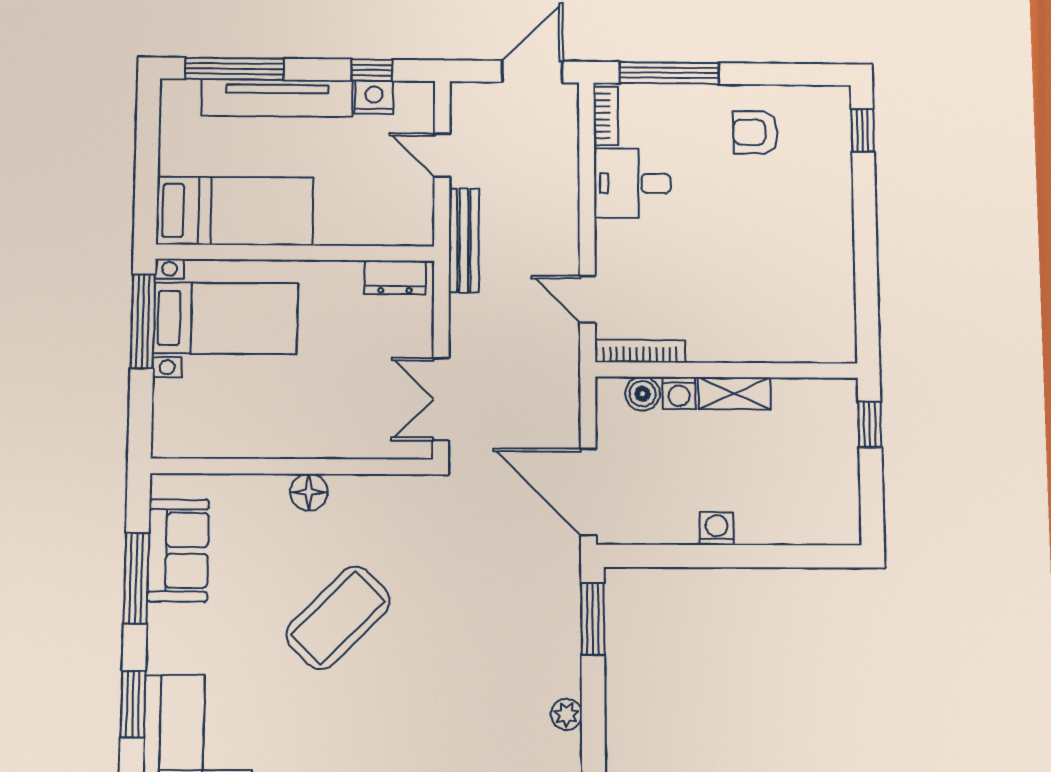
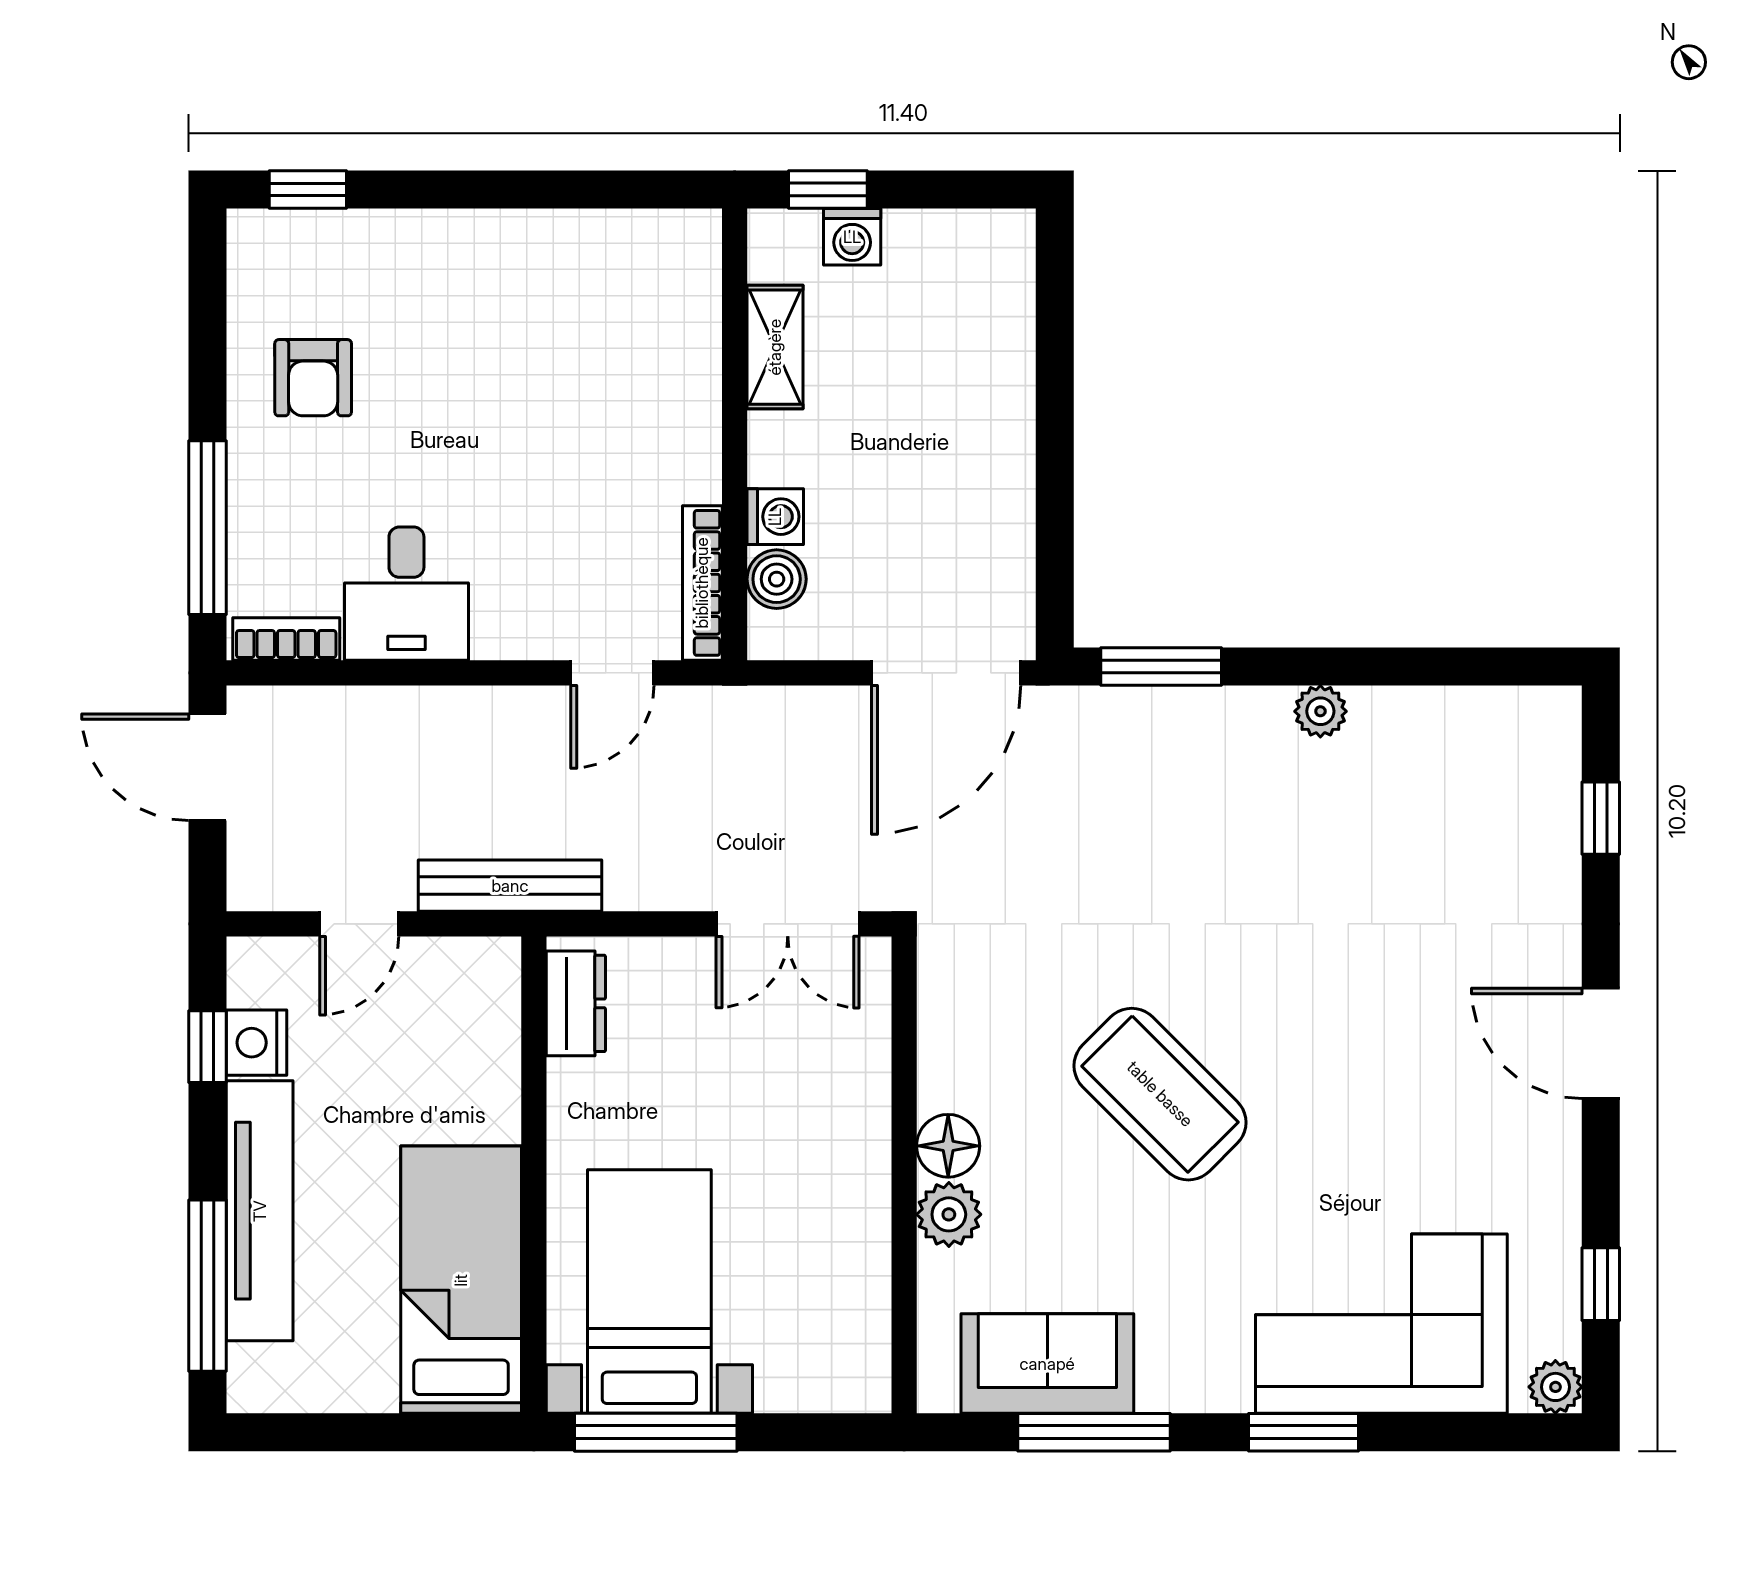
shelving: (734, 393) -> (775, 347), moved
plant: (268, 492) -> (949, 1214), added
washing machine: (717, 528) -> (852, 237), moved, turned -90

